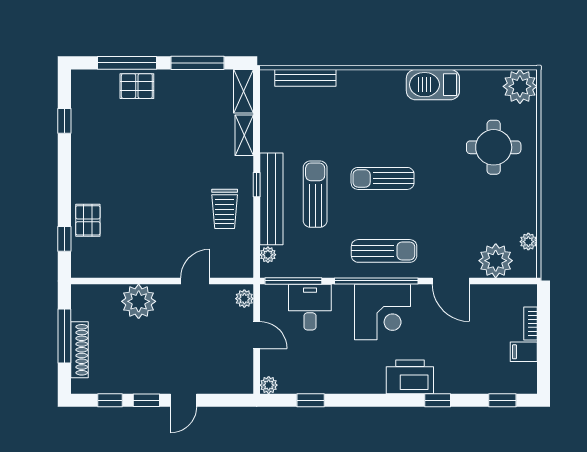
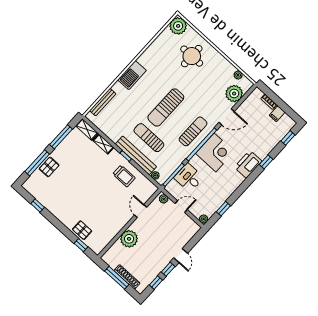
barbecue: (433, 85) -> (132, 75), moved
sun lounger: (383, 178) -> (166, 108), width x1.36, depth x1.34

